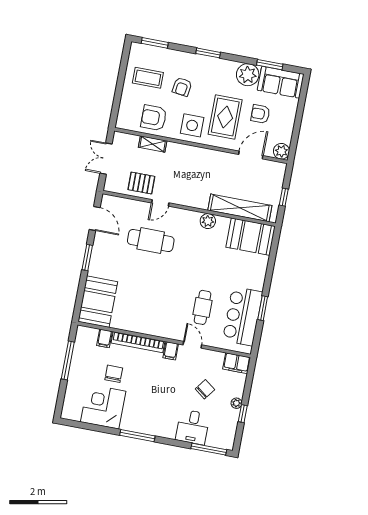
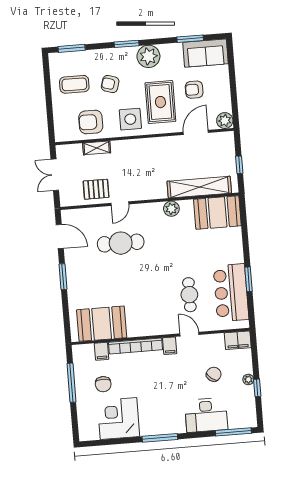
plant: (248, 75) -> (148, 56), moved
armchair: (182, 87) -> (110, 84), turned 99
booth: (98, 302) -> (102, 324), moved, turned 90
chair: (114, 374) -> (103, 384), moved, turned 180
desk: (193, 427) -> (206, 415), width x1.37

